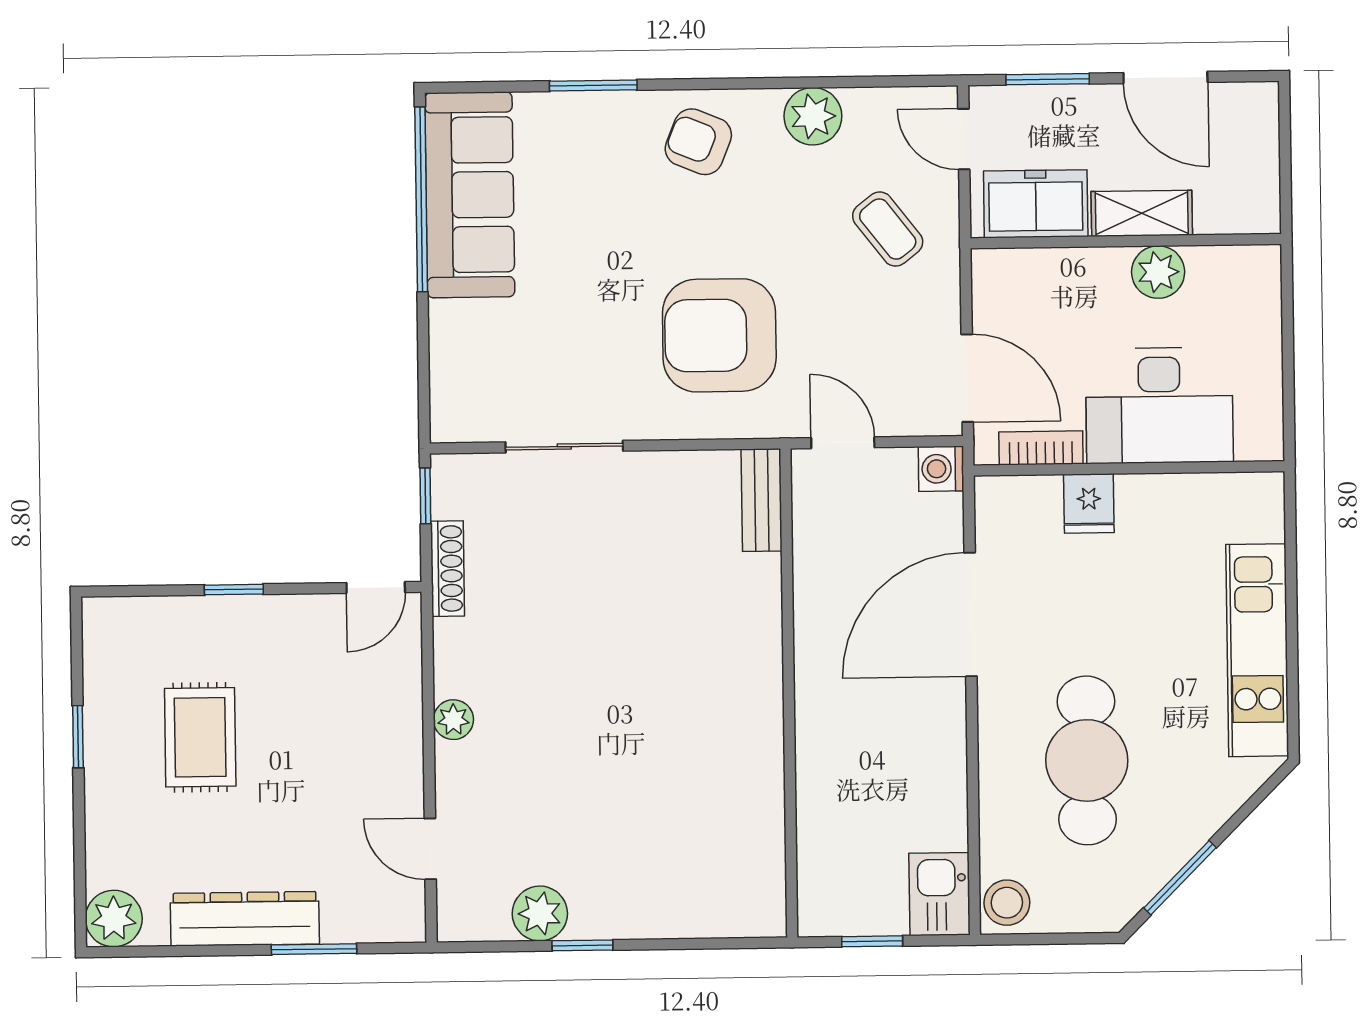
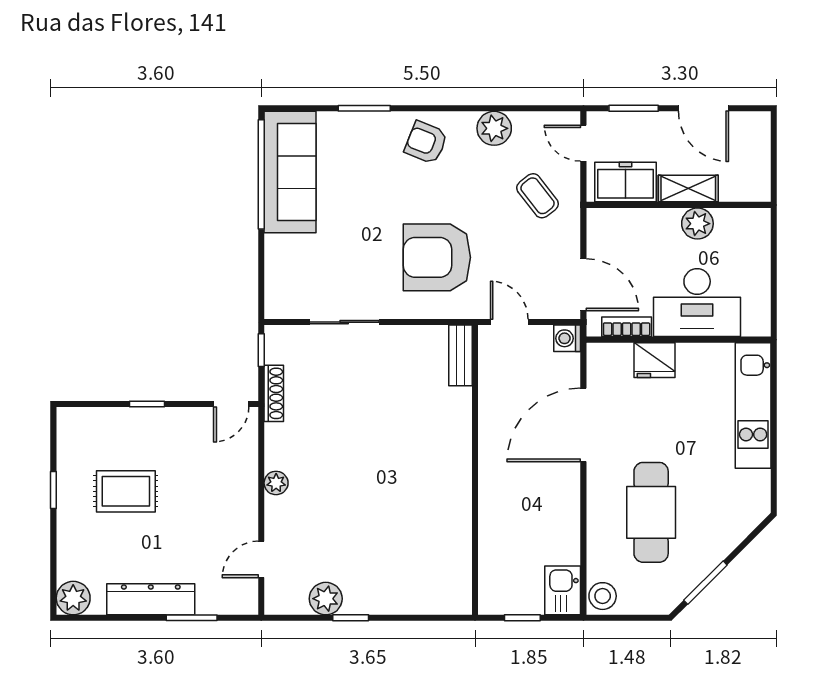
fridge: (1089, 503) -> (654, 360), width x1.38
kitchen unit: (1257, 650) -> (753, 405), moved
rug: (200, 737) -> (126, 491), turned 90
door: (430, 849) -> (261, 559), hinge flipped

